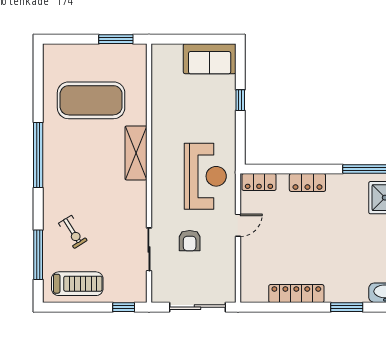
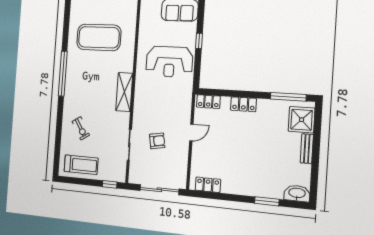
shelving: (136, 153) -> (124, 92), moved
reception desk: (205, 176) -> (169, 62), moved, turned 90
armchair: (190, 241) -> (157, 141), turned -100
window: (38, 255) -> (58, 142), removed
locker: (296, 294) -> (208, 185), moved, width x0.66

